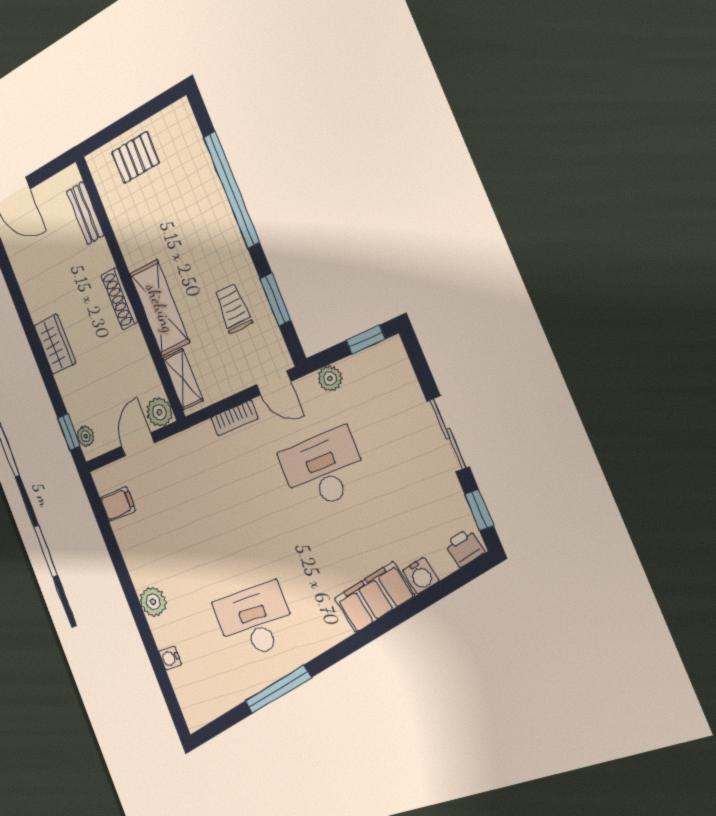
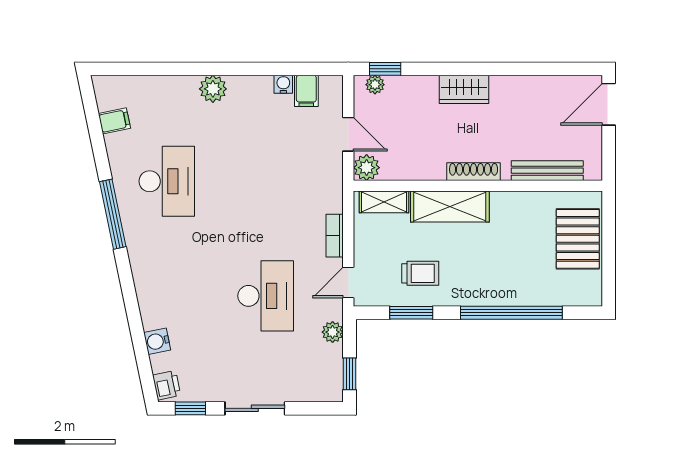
pallet: (135, 157) -> (578, 239), width x1.50, depth x1.42
bench: (85, 213) -> (547, 171), width x1.36
filing cabinet: (374, 597) -> (114, 121), moved, width x0.33, depth x0.86
water cooler: (170, 658) -> (283, 84), moved
window: (278, 689) -> (113, 214), moved

